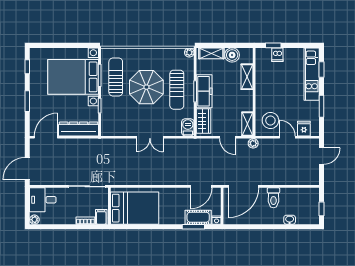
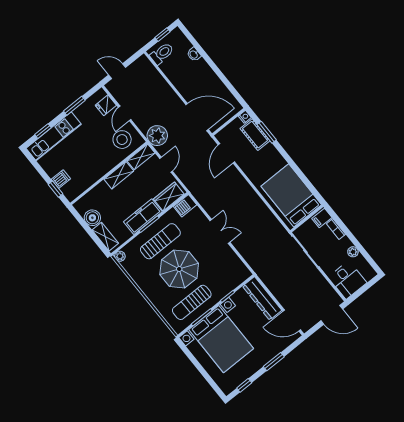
shelving: (247, 77) -> (119, 175), moved
plant: (253, 143) -> (157, 136), width x1.87, depth x1.87
door: (201, 186) -> (226, 153), swing flipped
toilet: (273, 198) -> (162, 53), moved
plant: (34, 220) -> (353, 252), moved

